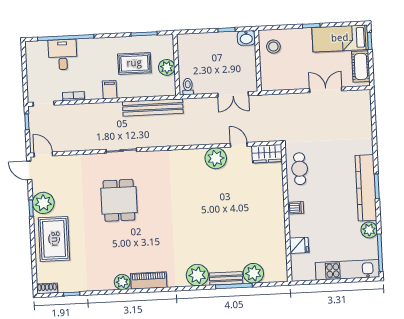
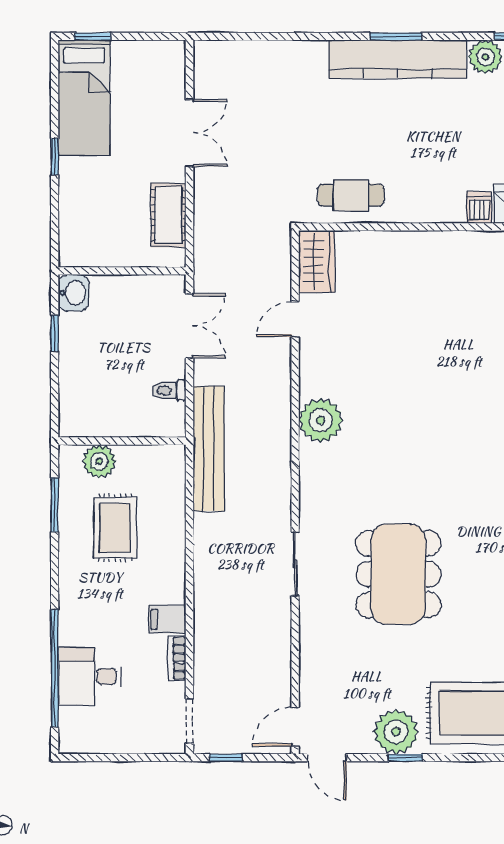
stool: (273, 47) -> (94, 237), removed
cot: (361, 66) -> (168, 215), moved, turned 90
plant: (167, 67) -> (99, 461), moved
toilet: (188, 87) -> (169, 390), moved
filing cabinet: (110, 90) -> (167, 619), moved
double door: (326, 90) -> (190, 133), swing flipped
bench: (153, 107) -> (209, 448), moved
plant: (216, 158) -> (321, 420), moved
door: (29, 170) -> (327, 758), hinge flipped
dining table: (119, 200) -> (398, 574), width x1.38
dishwasher: (296, 208) -> (479, 207), moved

